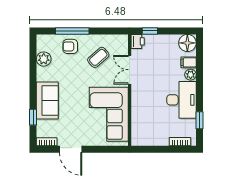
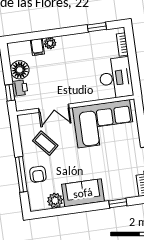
printer: (138, 41) -> (20, 88), moved, turned 90
floor lamp: (187, 43) -> (20, 70), moved
desk: (182, 100) -> (116, 78), moved, turned 90
sofa: (47, 101) -> (83, 193), moved

